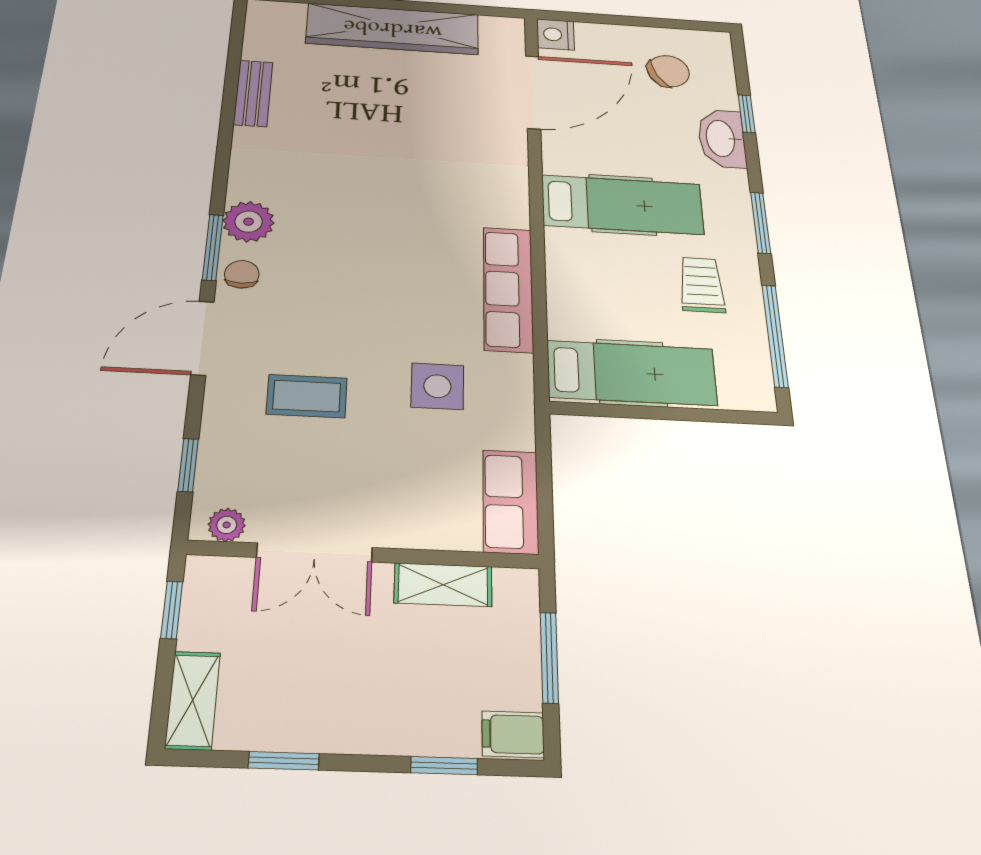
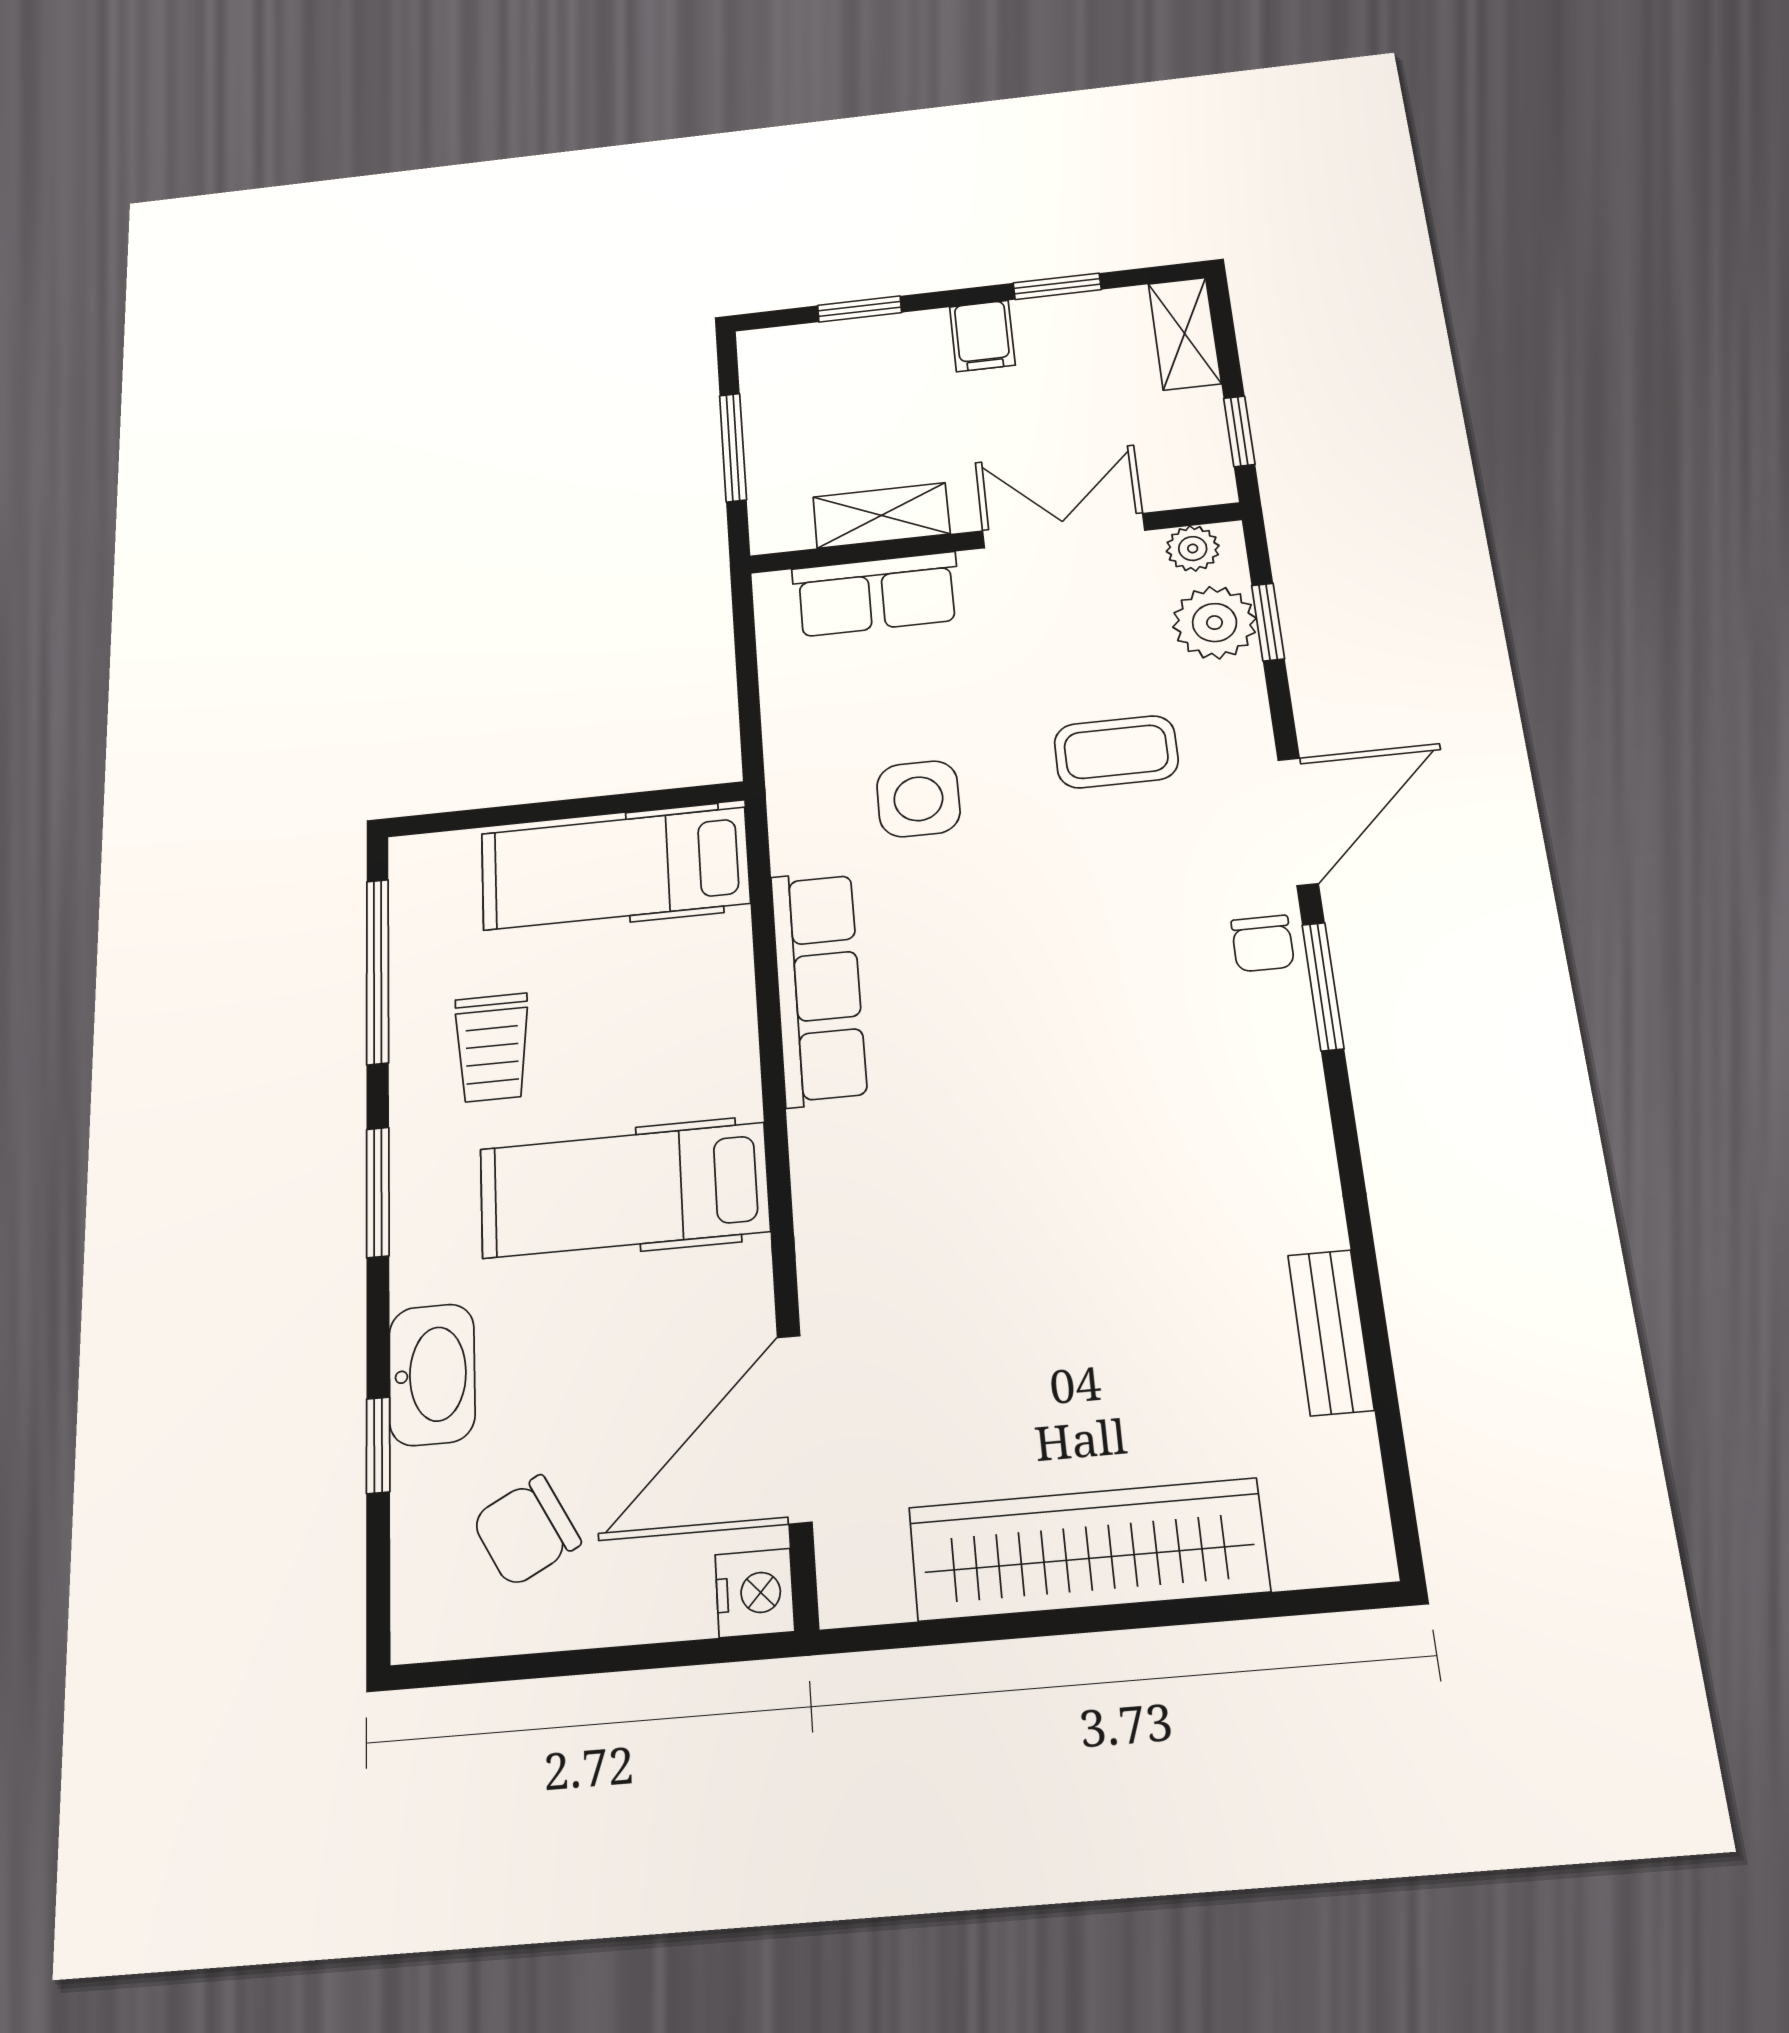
plant: (249, 222) -> (1215, 623), moved
row of seats: (510, 501) -> (876, 594), moved, turned 90
filing cabinet: (513, 734) -> (982, 336), moved, turned 90

